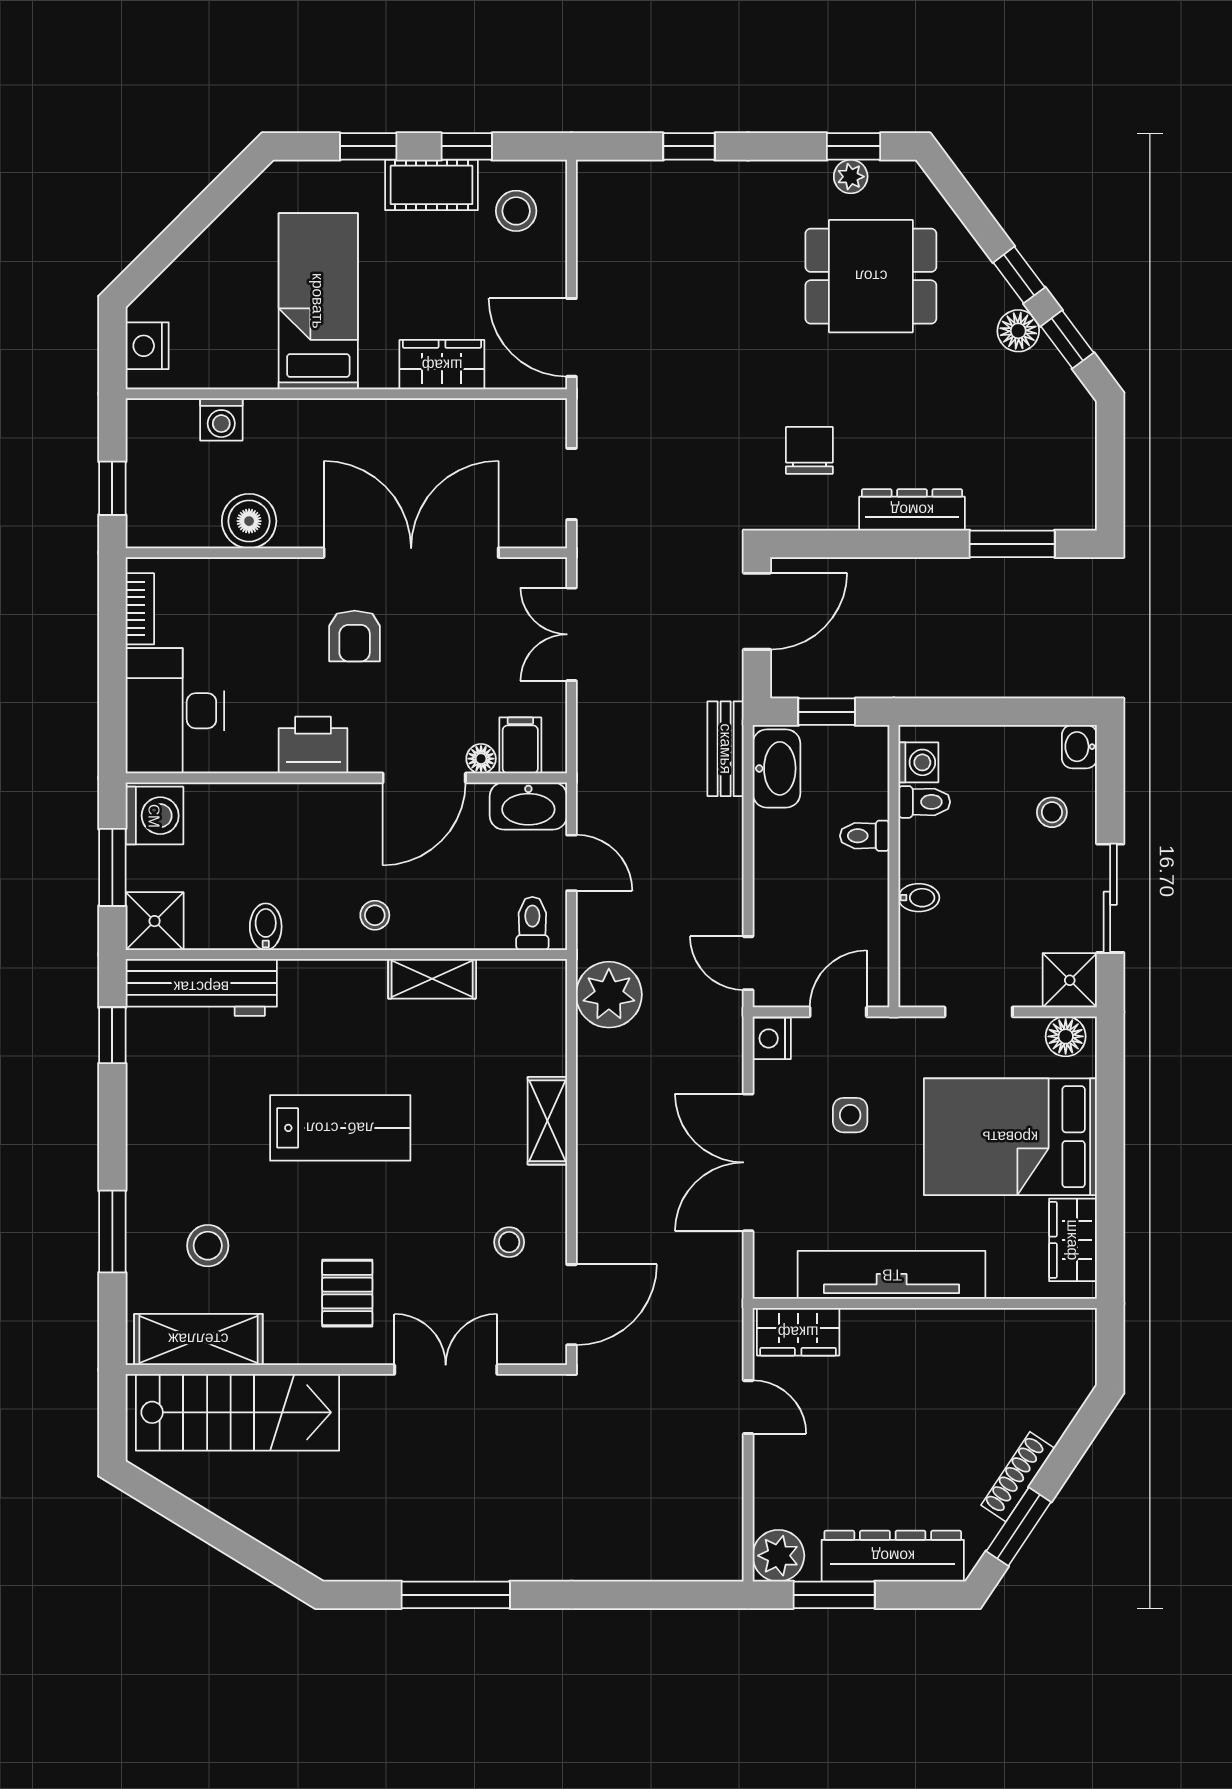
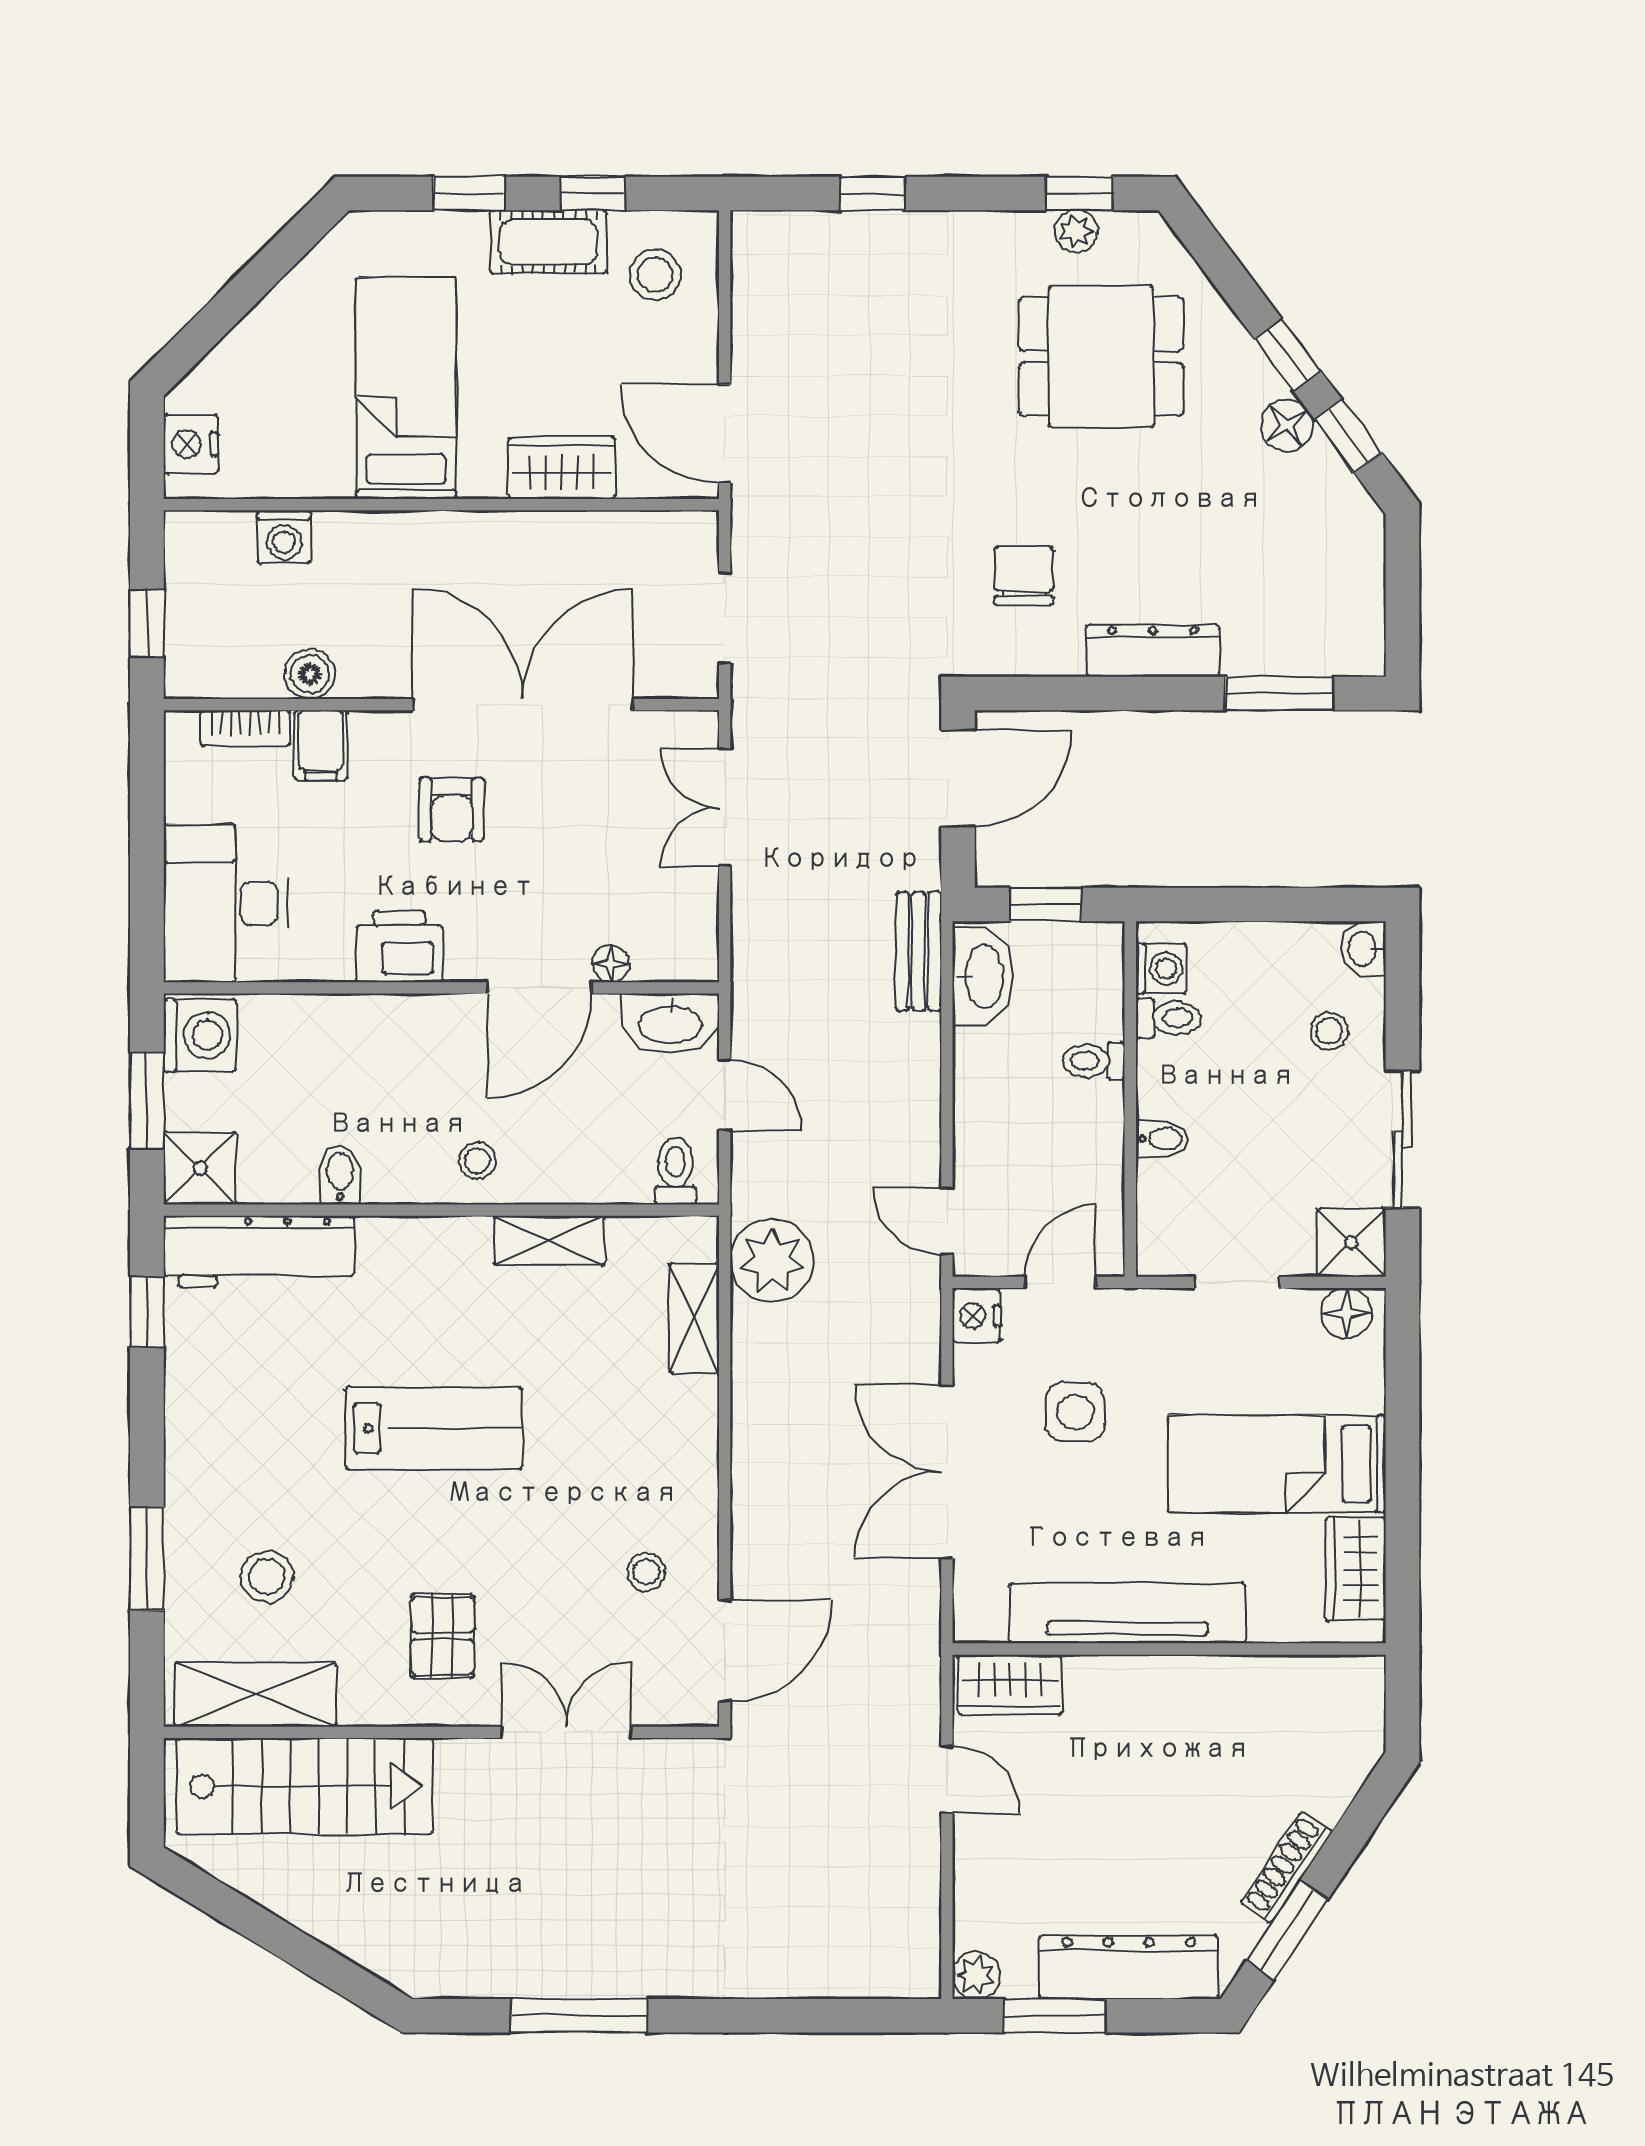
boiler: (249, 521) -> (310, 674), width x0.73, depth x0.73
bookcase: (140, 609) -> (245, 728), moved, turned 90
filing cabinet: (520, 745) -> (321, 745), moved, turned 180
side table: (850, 1115) -> (1075, 1412), width x1.37, depth x1.37
shelving: (547, 1121) -> (694, 1318), moved
bed: (1010, 1137) -> (1277, 1464), width x0.67
plant: (778, 1556) -> (976, 1975), width x0.73, depth x0.73

